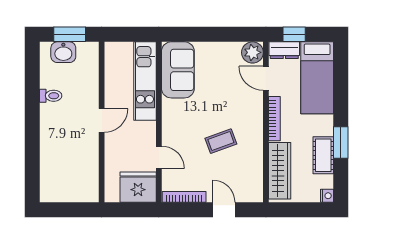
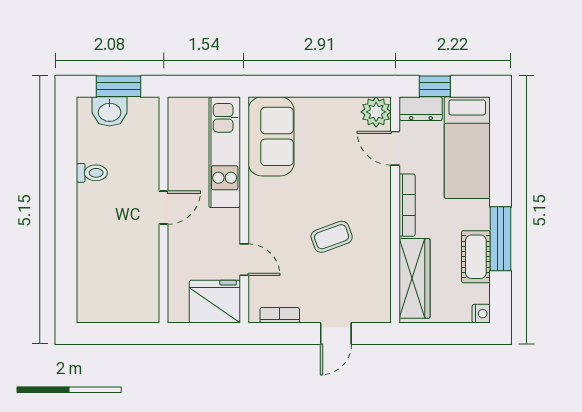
window: (341, 143) -> (500, 239), width x1.44
bookcase: (184, 197) -> (280, 315), width x0.64
door: (224, 210) -> (336, 334), swing flipped

